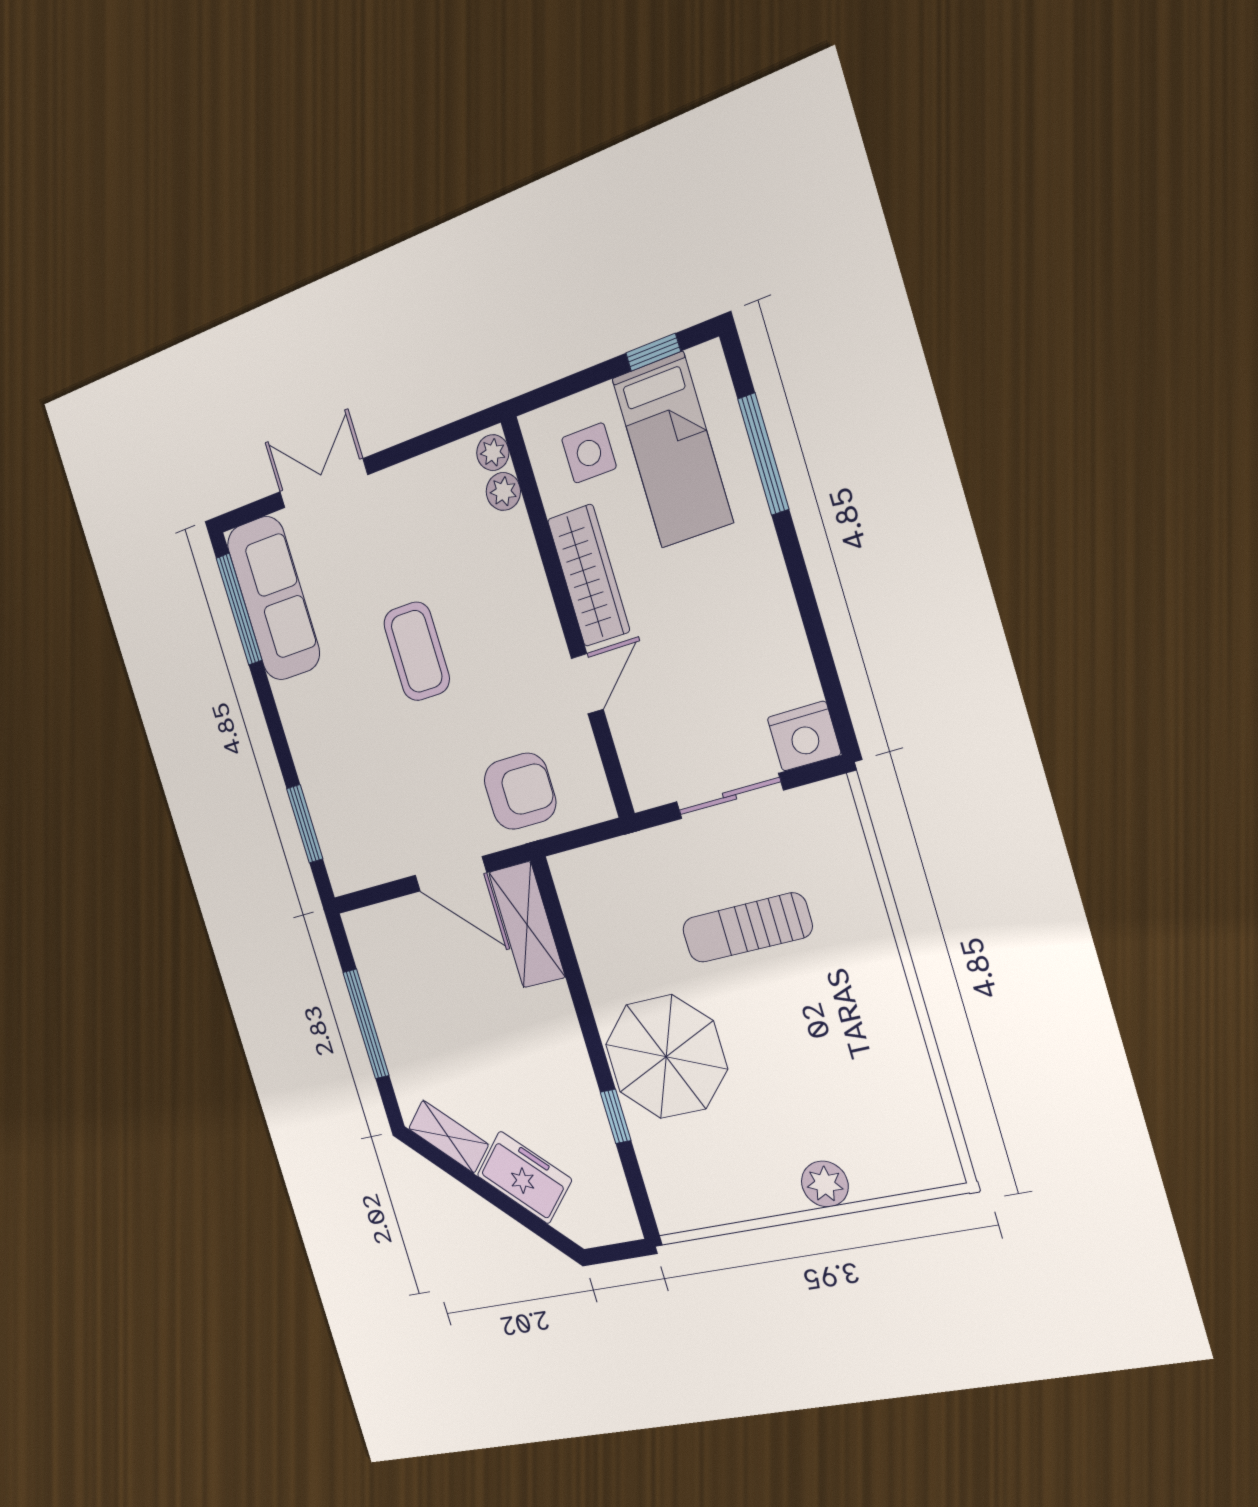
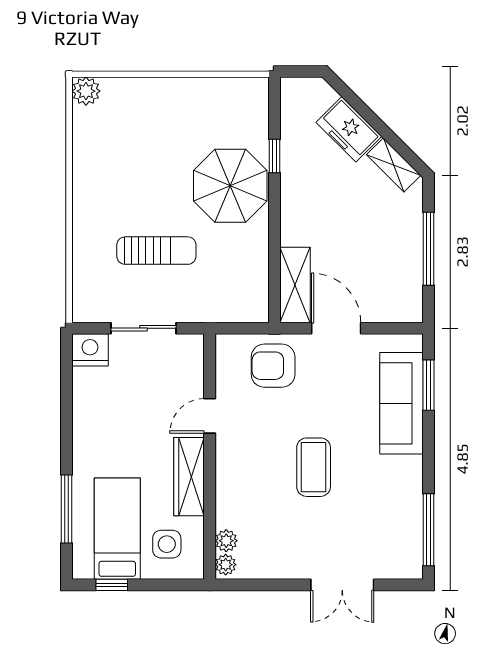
sofa: (273, 598) -> (401, 403), moved
plant: (825, 1184) -> (86, 91), moved

